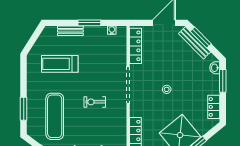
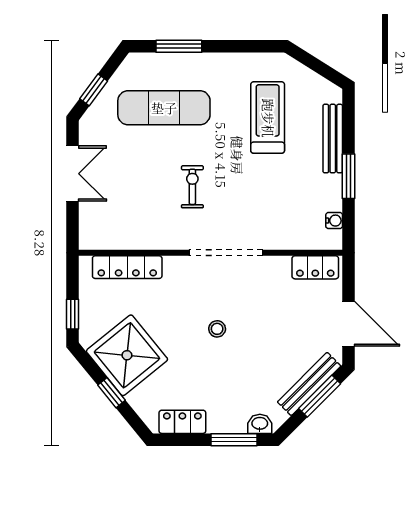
bench: (70, 31) -> (333, 139), width x1.36
locker: (136, 46) -> (315, 267), width x0.66

